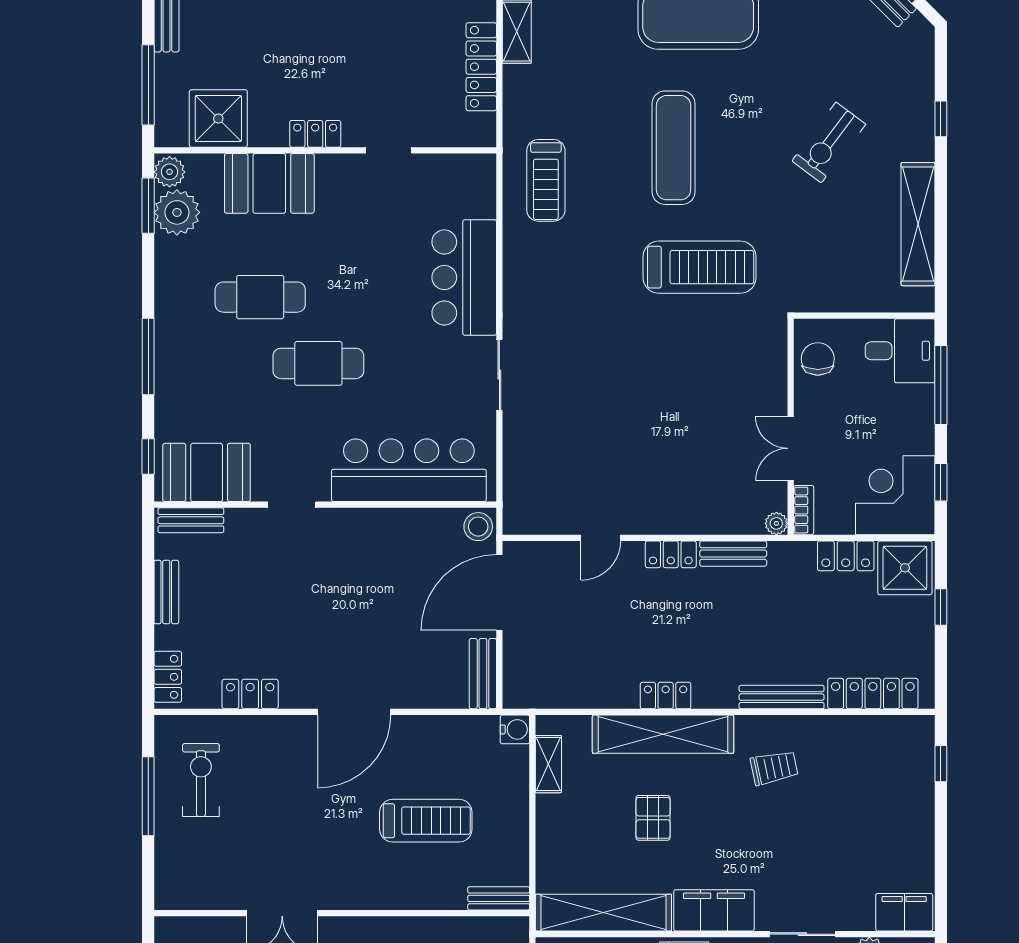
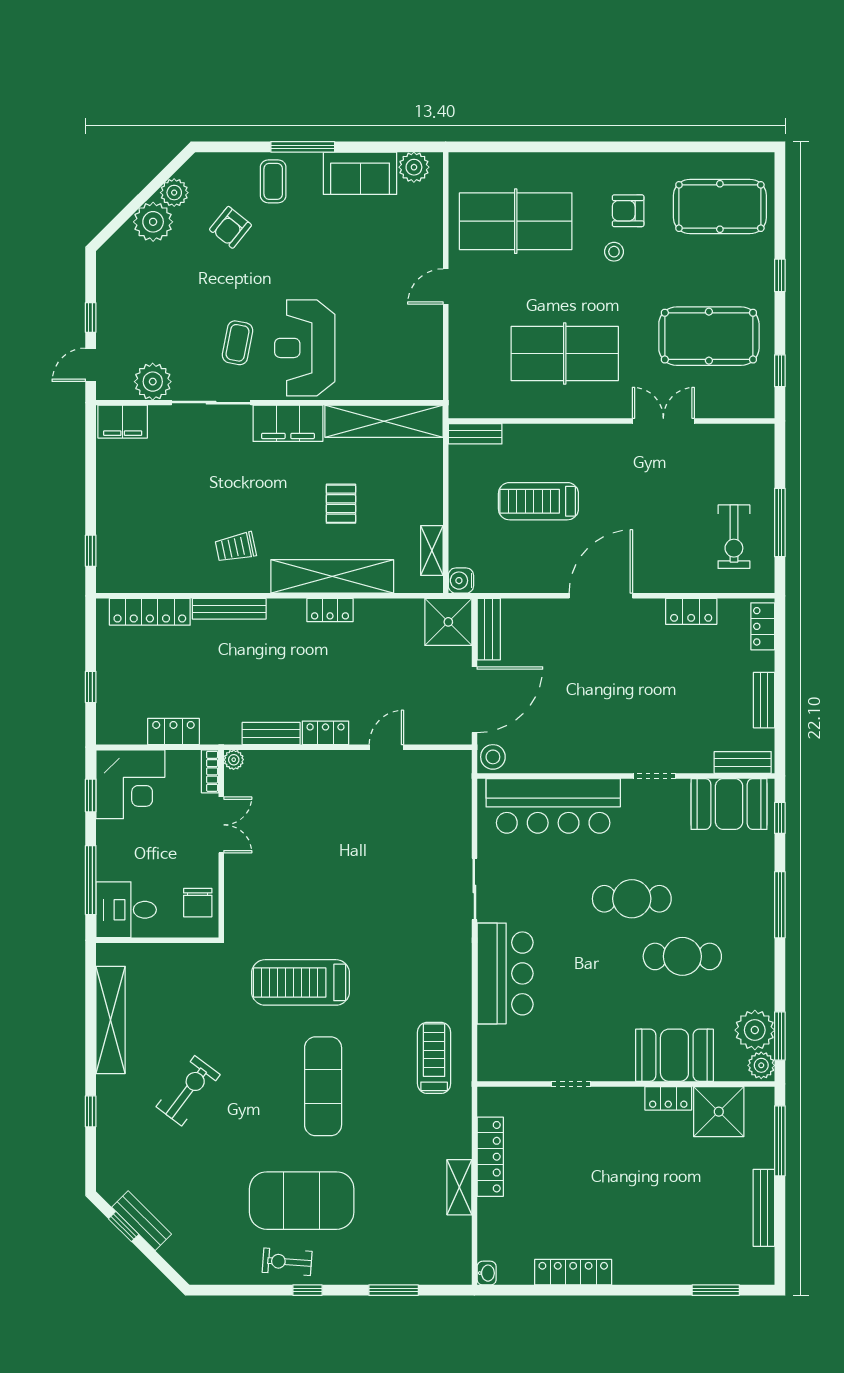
locker: (315, 134) -> (668, 1098), moved
shower: (905, 568) -> (448, 622), moved
sliding door: (802, 934) -> (211, 403), width x1.37

